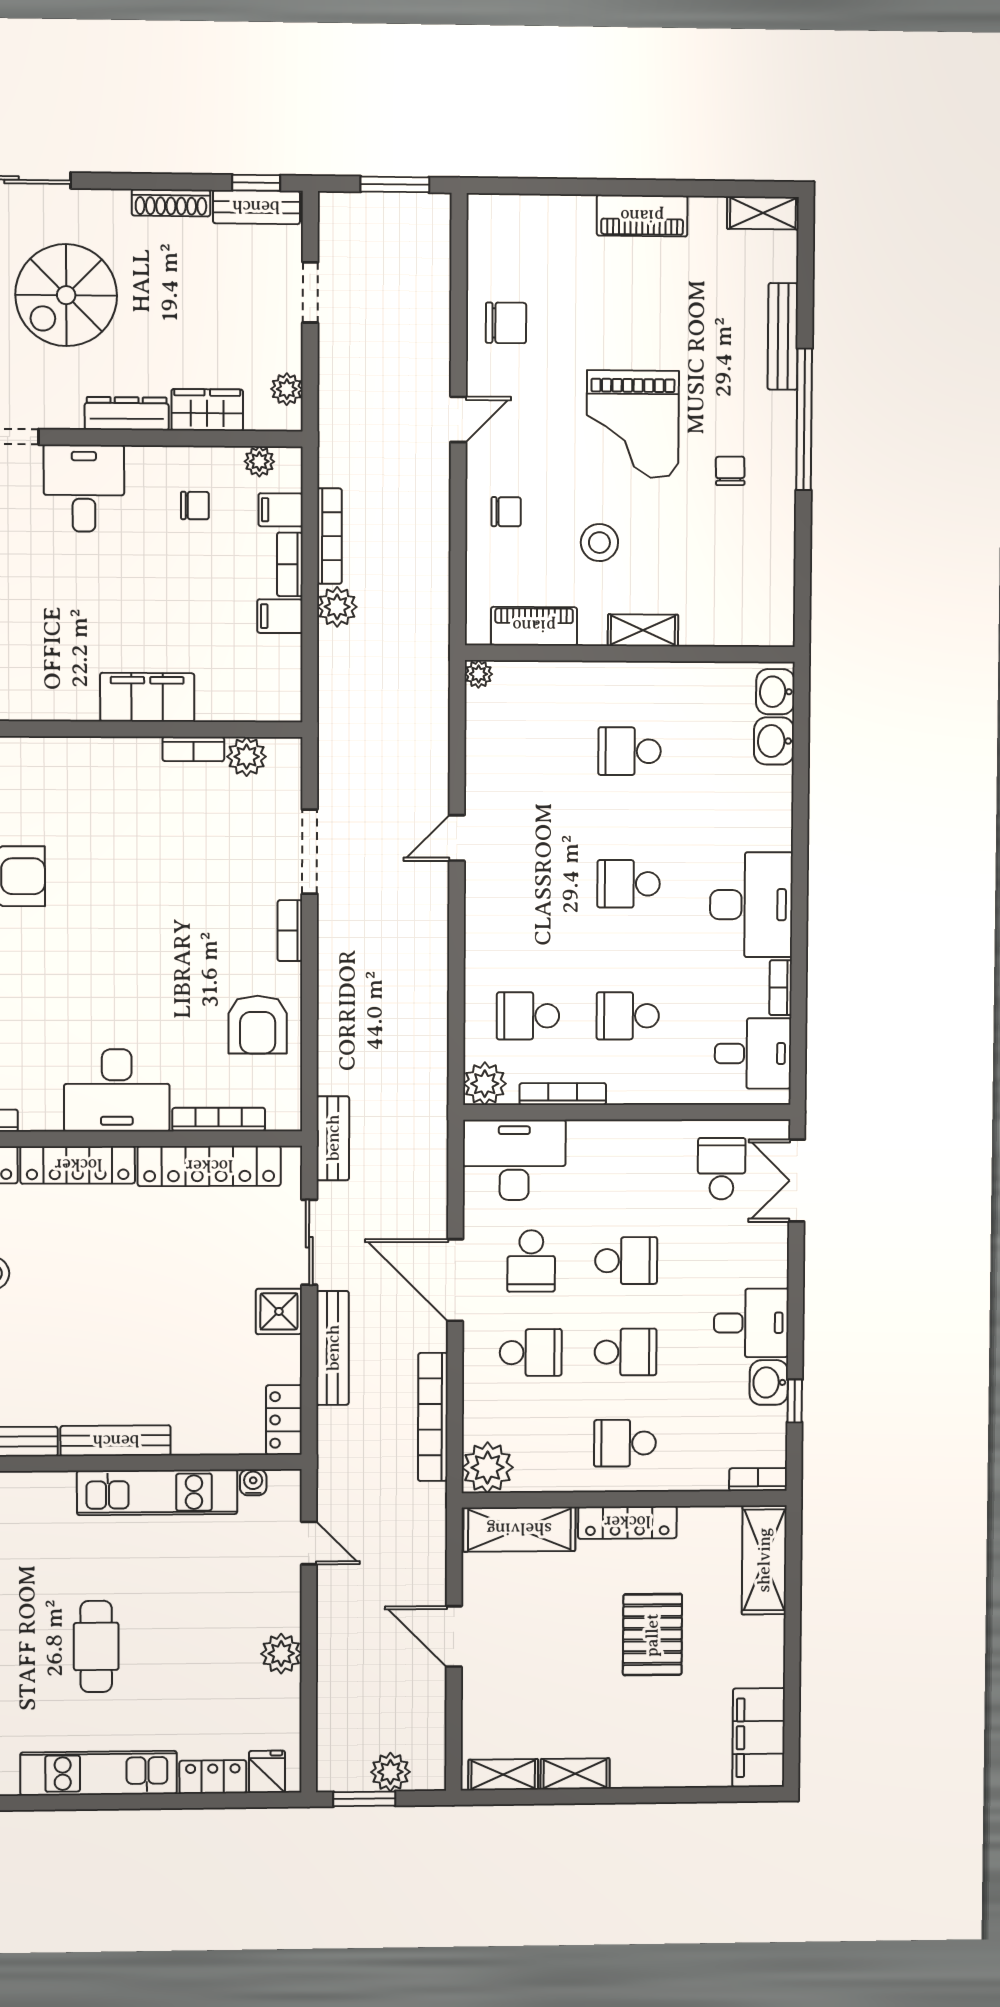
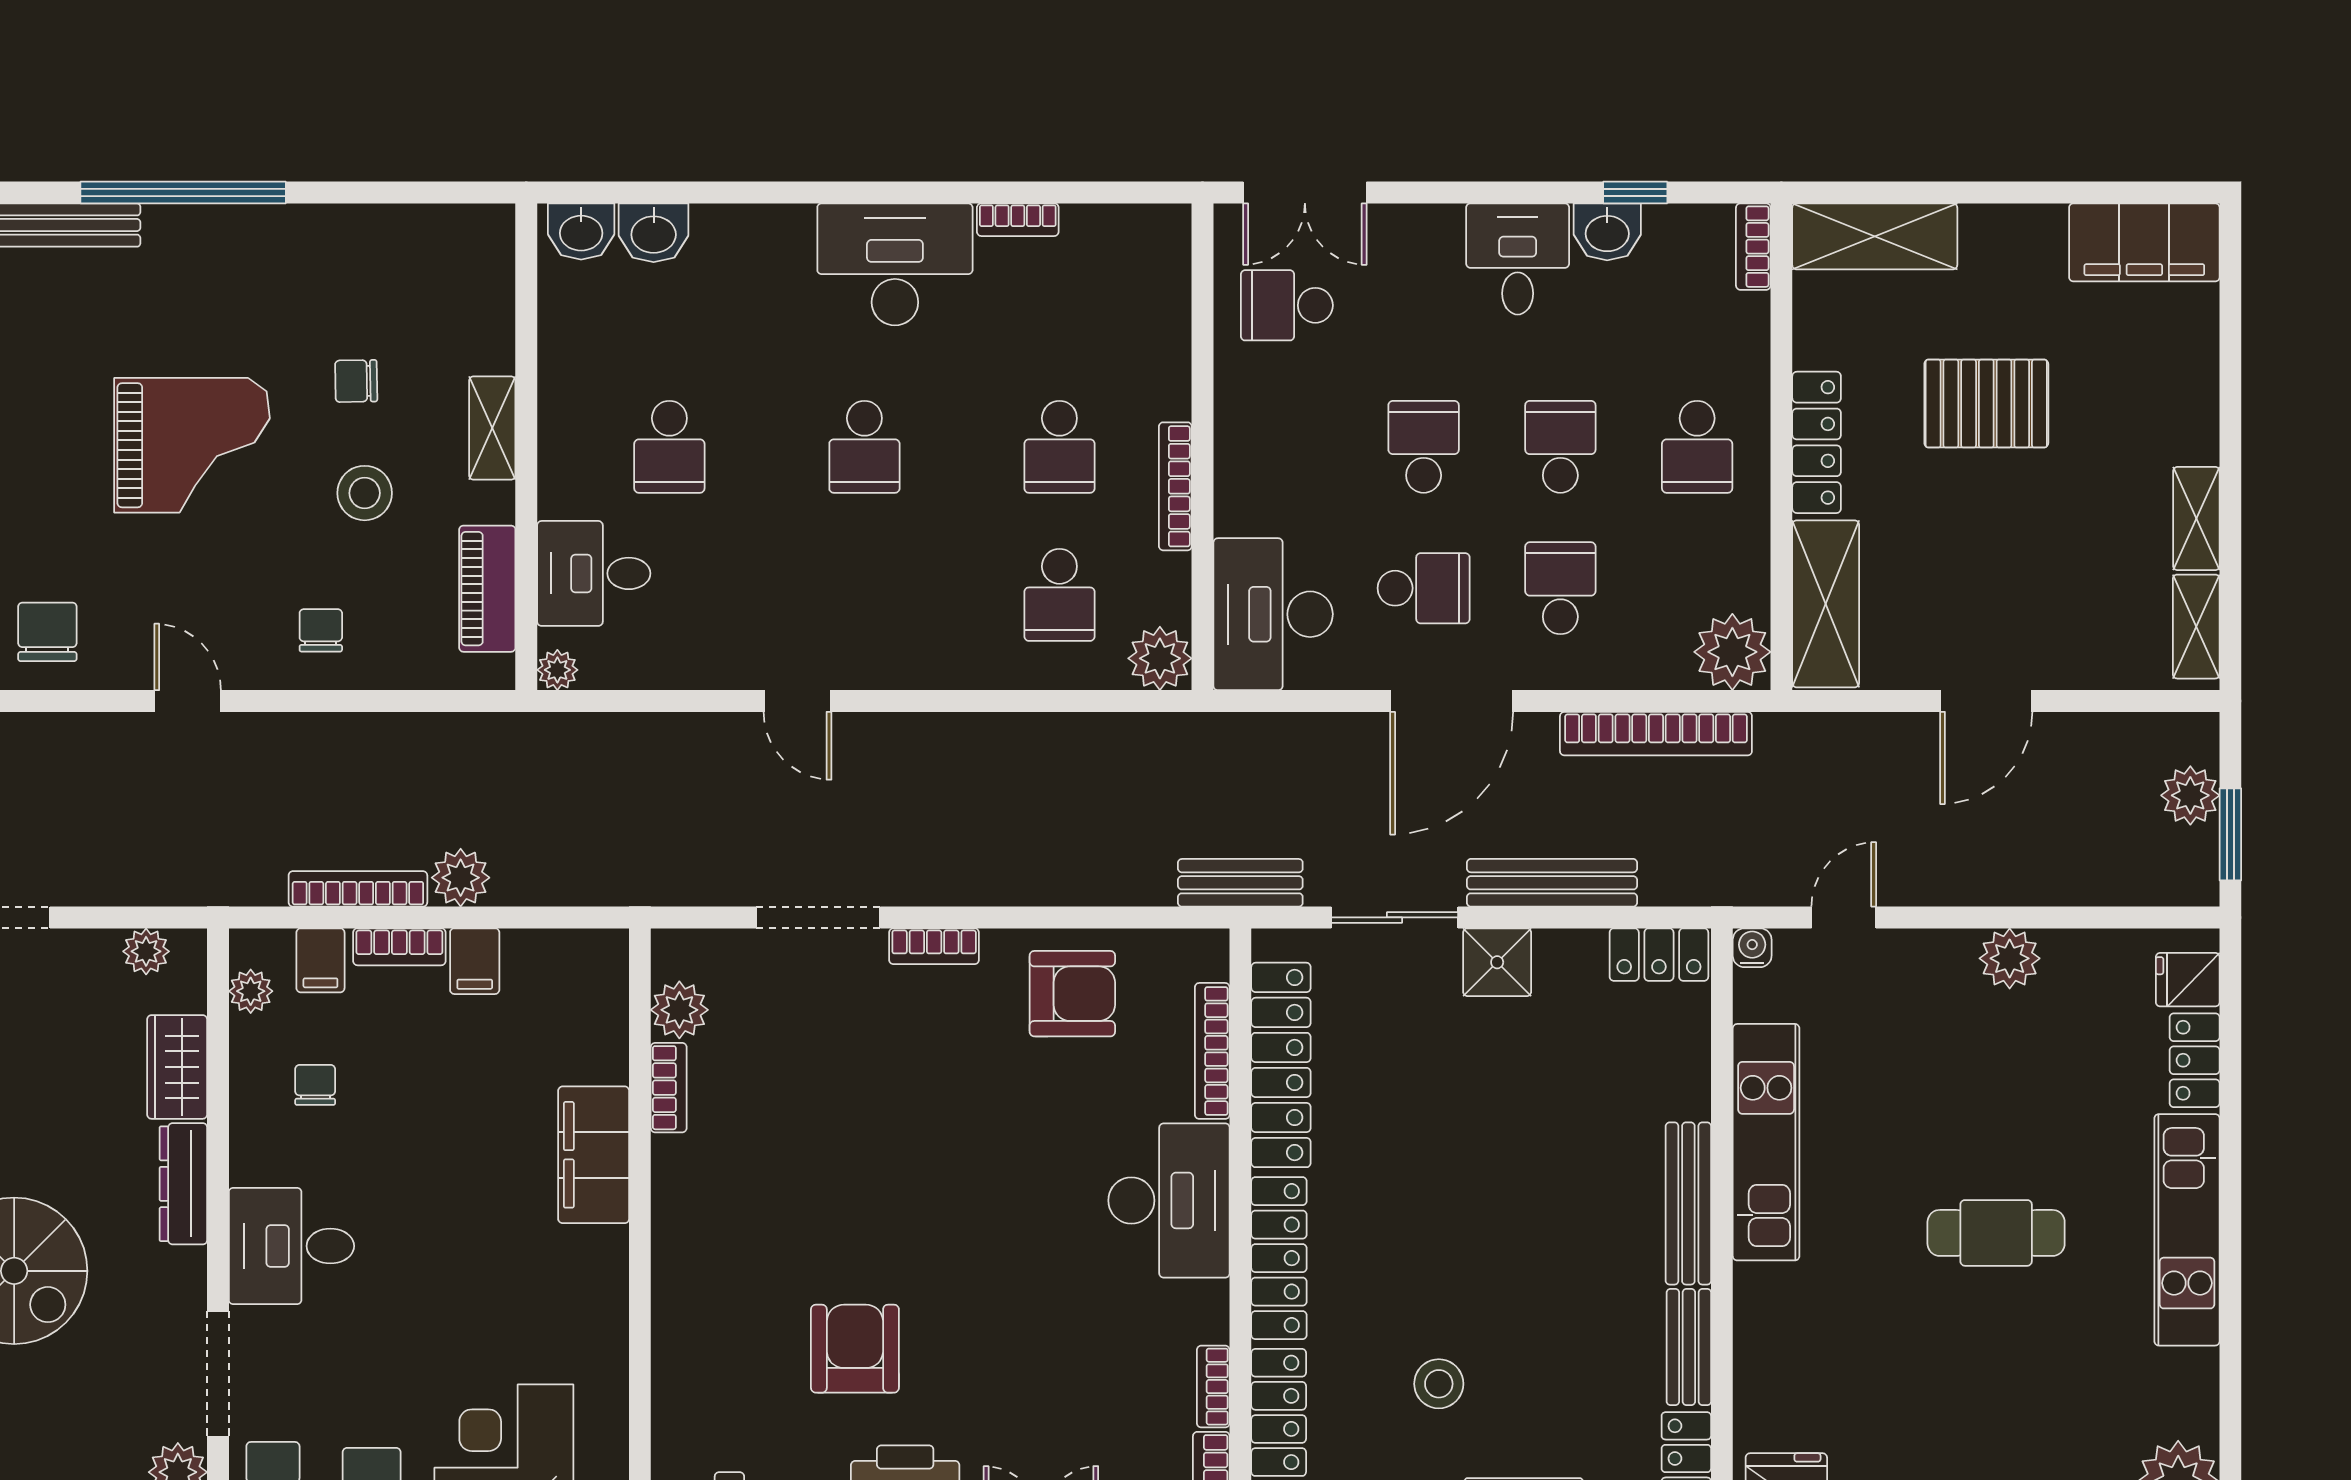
chair: (730, 471) -> (356, 381), moved
desk: (753, 1053) -> (594, 573), moved, turned -90
bookcase: (563, 1094) -> (1175, 486), moved
water cooler: (253, 1482) -> (1752, 948), moved, turned 90

